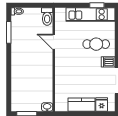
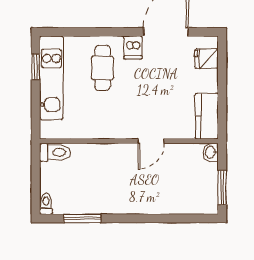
door: (54, 42) -> (151, 141), moved
kitchen counter: (82, 105) -> (207, 116), moved

